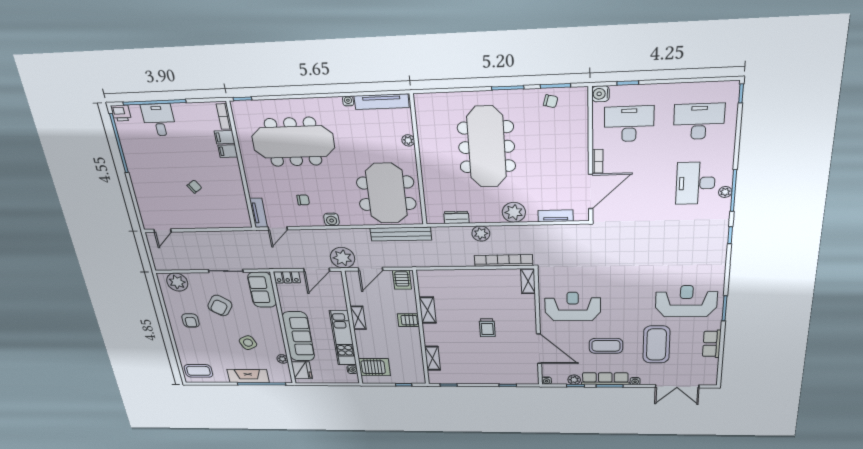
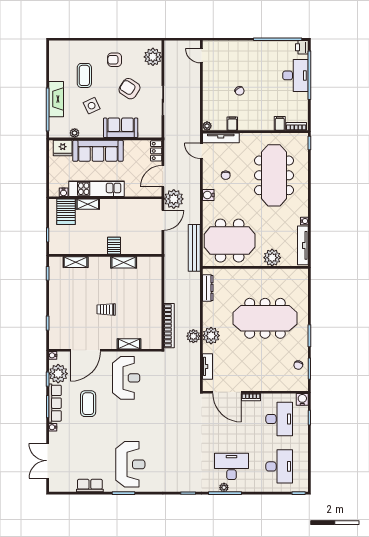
desk: (159, 120) -> (296, 75), width x1.37
plant: (408, 140) -> (272, 258), width x1.87, depth x1.87
filing cabinet: (228, 151) -> (232, 124), moved
tv unit: (258, 213) -> (221, 138), width x1.41
dresser: (456, 217) -> (208, 288), width x1.44
plant: (246, 223) -> (207, 126), added
plant: (481, 234) -> (193, 336), moved
door: (371, 269) -> (163, 220), swing flipped
door: (317, 270) -> (163, 176), hinge flipped
server rack: (402, 280) -> (153, 244), removed
shelving: (528, 281) -> (129, 344), moved
sofa: (262, 290) -> (121, 128), moved
shelving: (358, 318) -> (88, 204), moved
coffee table: (656, 344) -> (89, 443), removed
coffee table: (198, 371) -> (84, 75), moved
plant: (574, 380) -> (58, 374), width x1.88, depth x1.88

